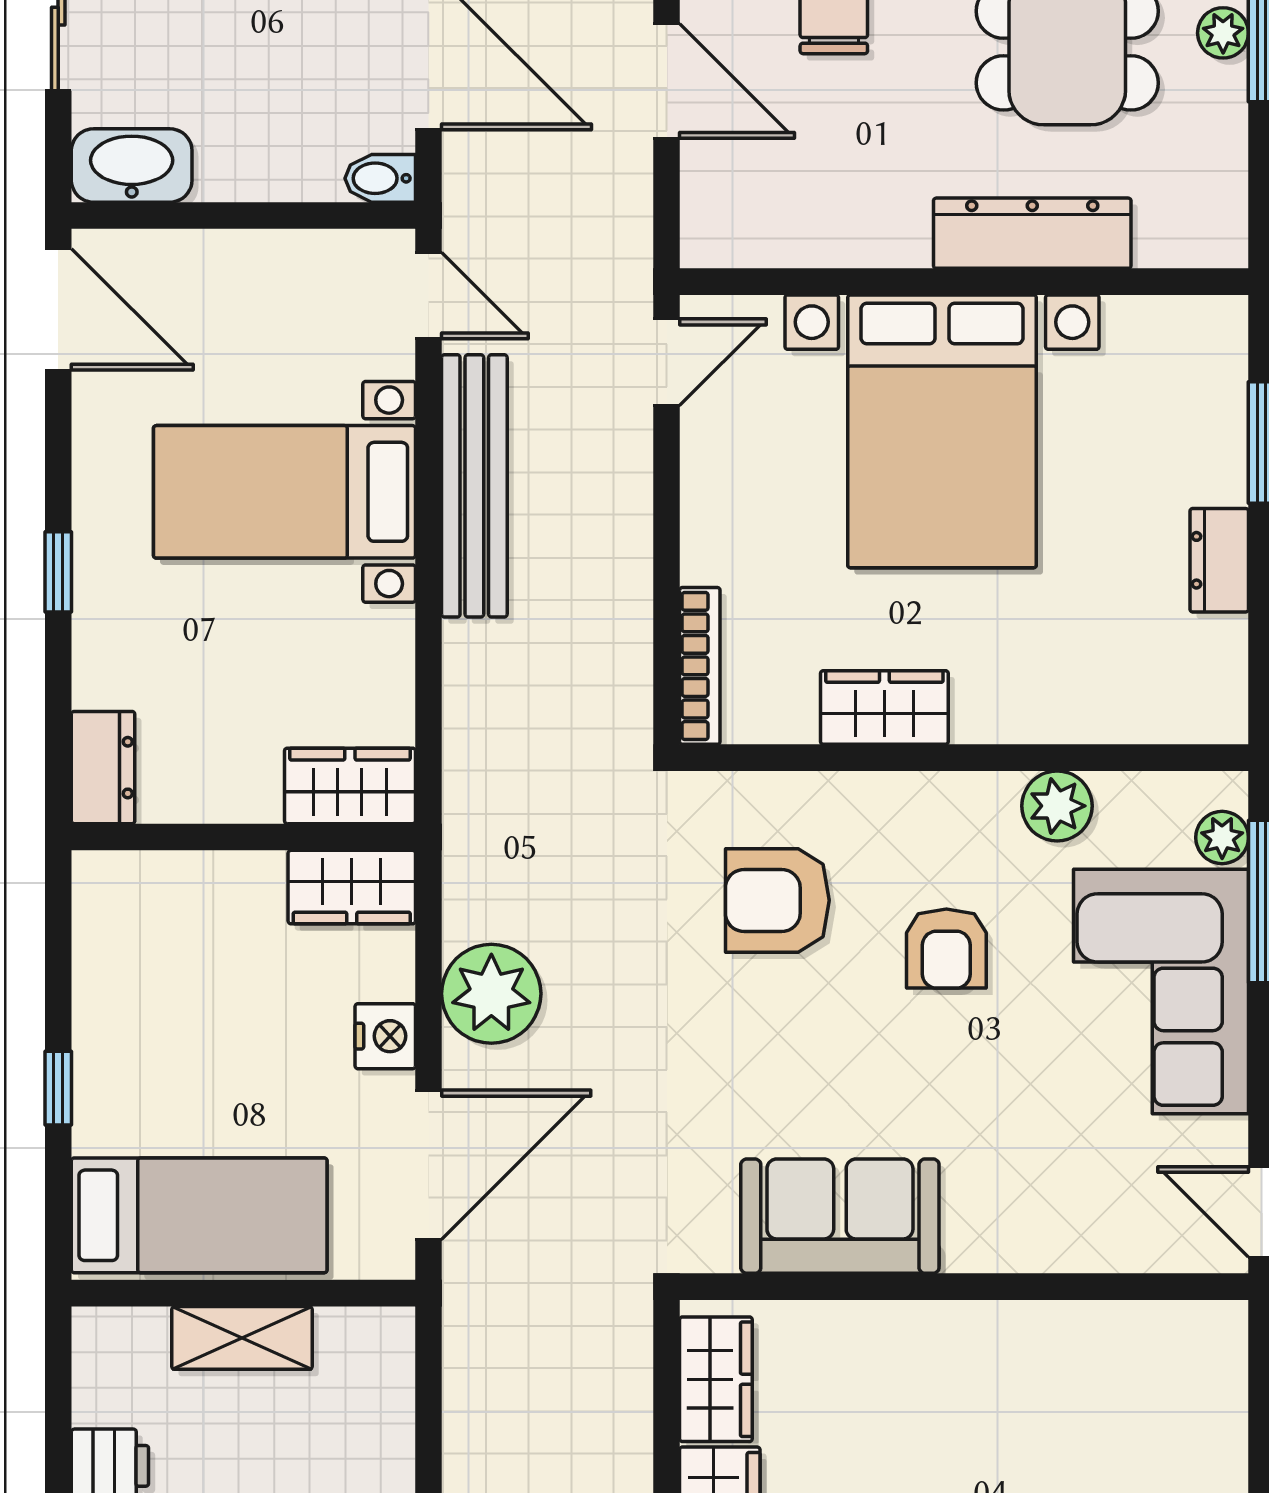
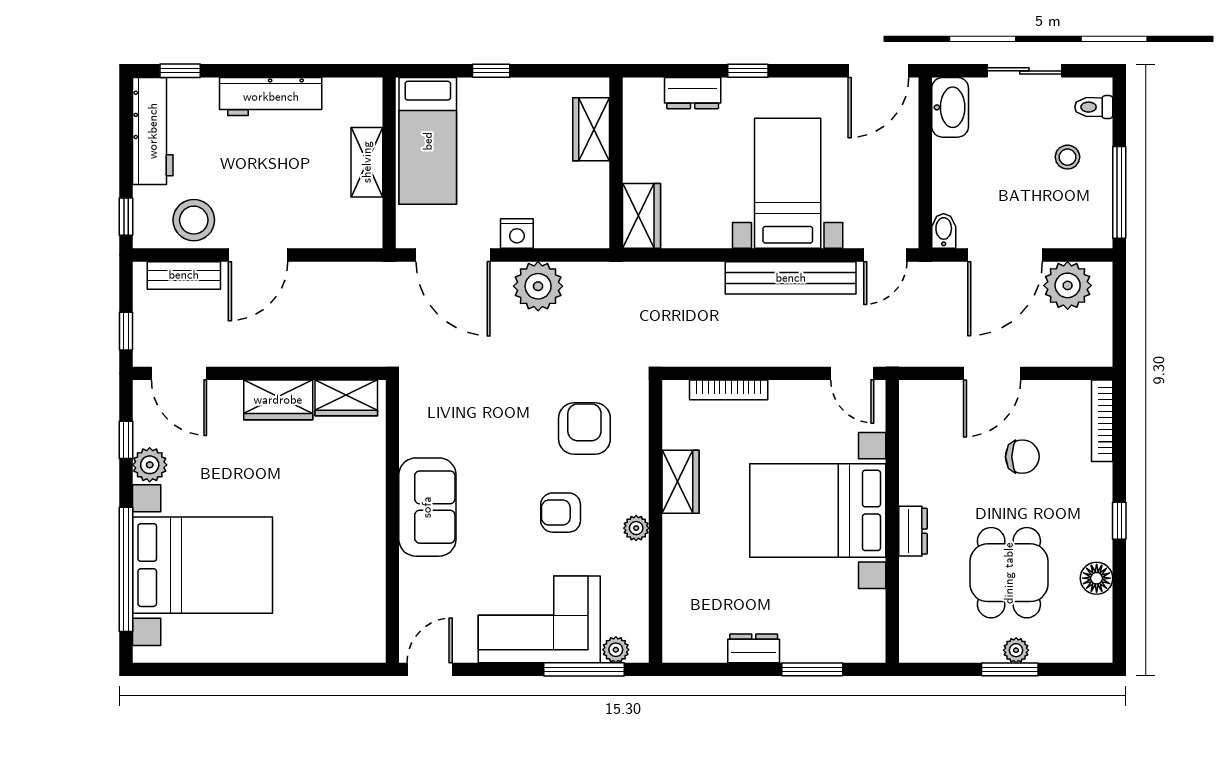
dresser: (1032, 233) -> (913, 531), width x0.51, depth x0.80
bookcase: (700, 666) -> (729, 390), moved
dresser: (103, 768) -> (693, 93), moved
plant: (1057, 806) -> (636, 528), moved, width x0.73, depth x0.73
wardrobe: (352, 887) -> (591, 129), moved
sofa: (840, 1216) -> (427, 507), moved

